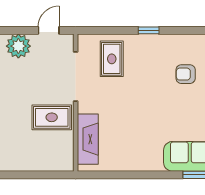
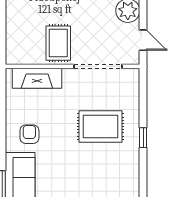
rug: (112, 59) -> (100, 127), moved, width x1.36, depth x1.43
armchair: (186, 74) -> (29, 134), moved

